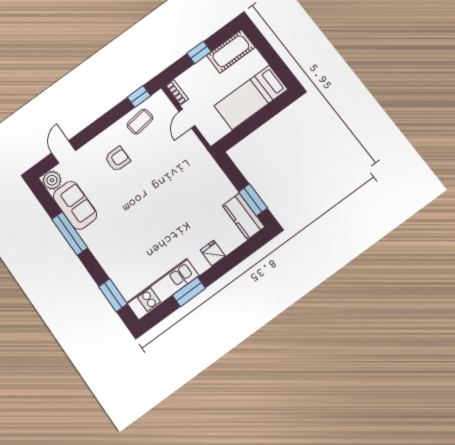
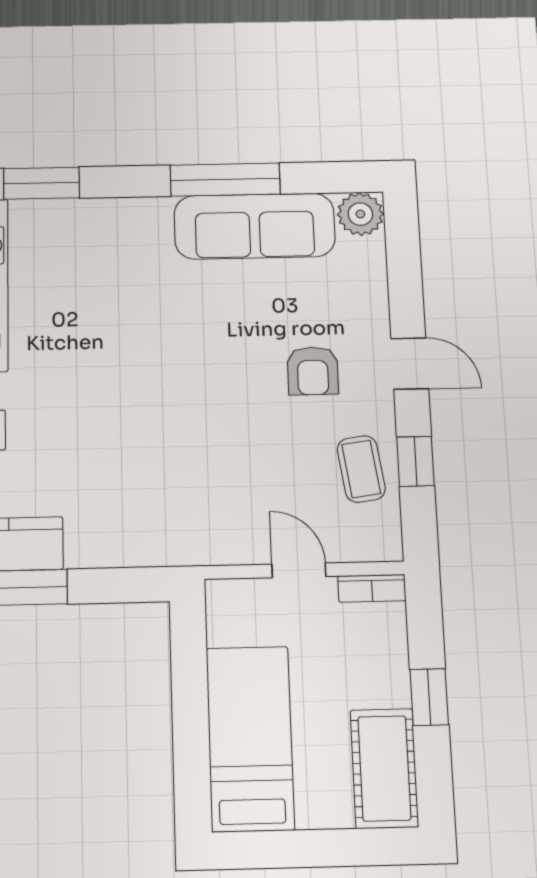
window: (139, 97) -> (415, 461), moved
door: (64, 152) -> (410, 364), moved
sofa: (75, 205) -> (255, 226), width x1.36

